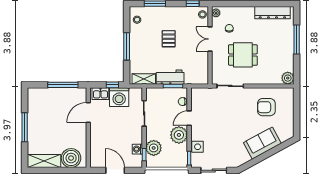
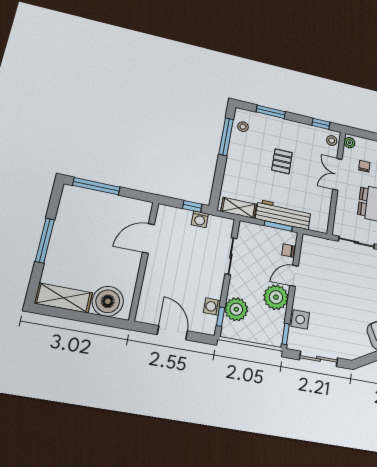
window: (127, 46) -> (226, 137), moved
workbench: (170, 77) -> (283, 215), width x1.38
window: (63, 85) -> (96, 186), moved
kitchen sink: (100, 94) -> (172, 215), removed
washing machine: (119, 97) -> (200, 219), width x0.53, depth x0.53

